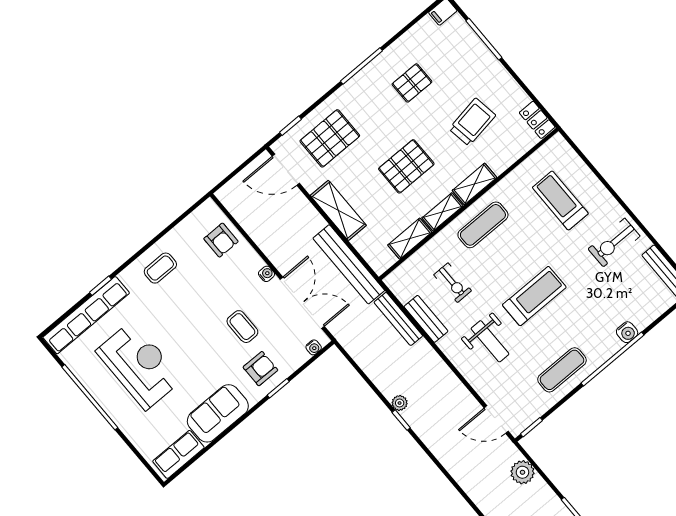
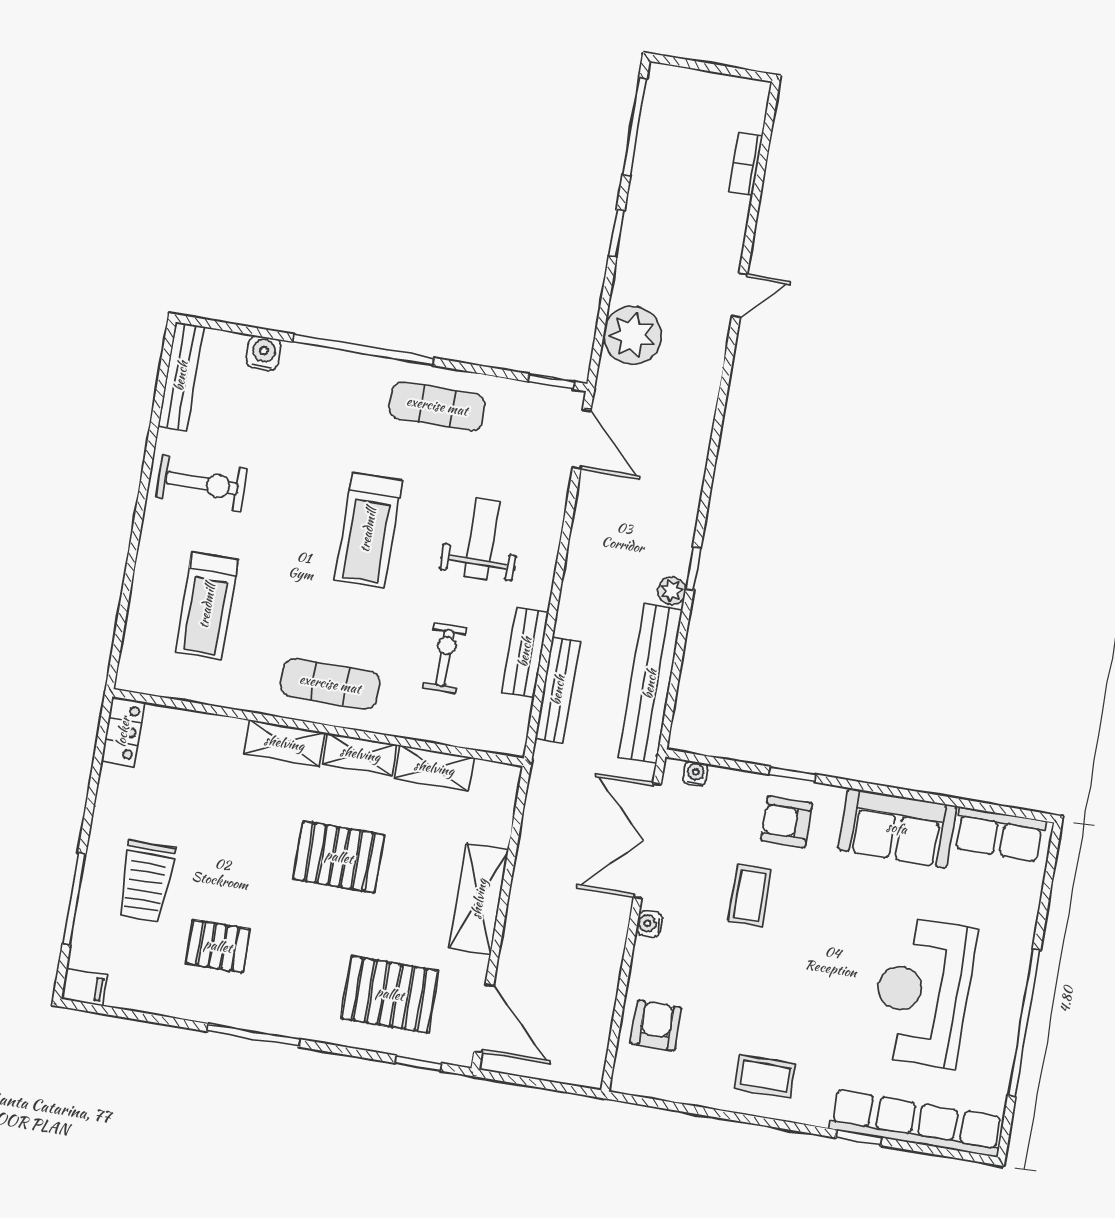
trolley: (472, 122) -> (146, 881), moved, turned -81
bench: (349, 264) -> (650, 684), moved
treadmill: (534, 296) -> (368, 530), turned -90
water cooler: (627, 332) -> (264, 353), moved
plant: (522, 472) -> (633, 335), width x1.36, depth x1.36

